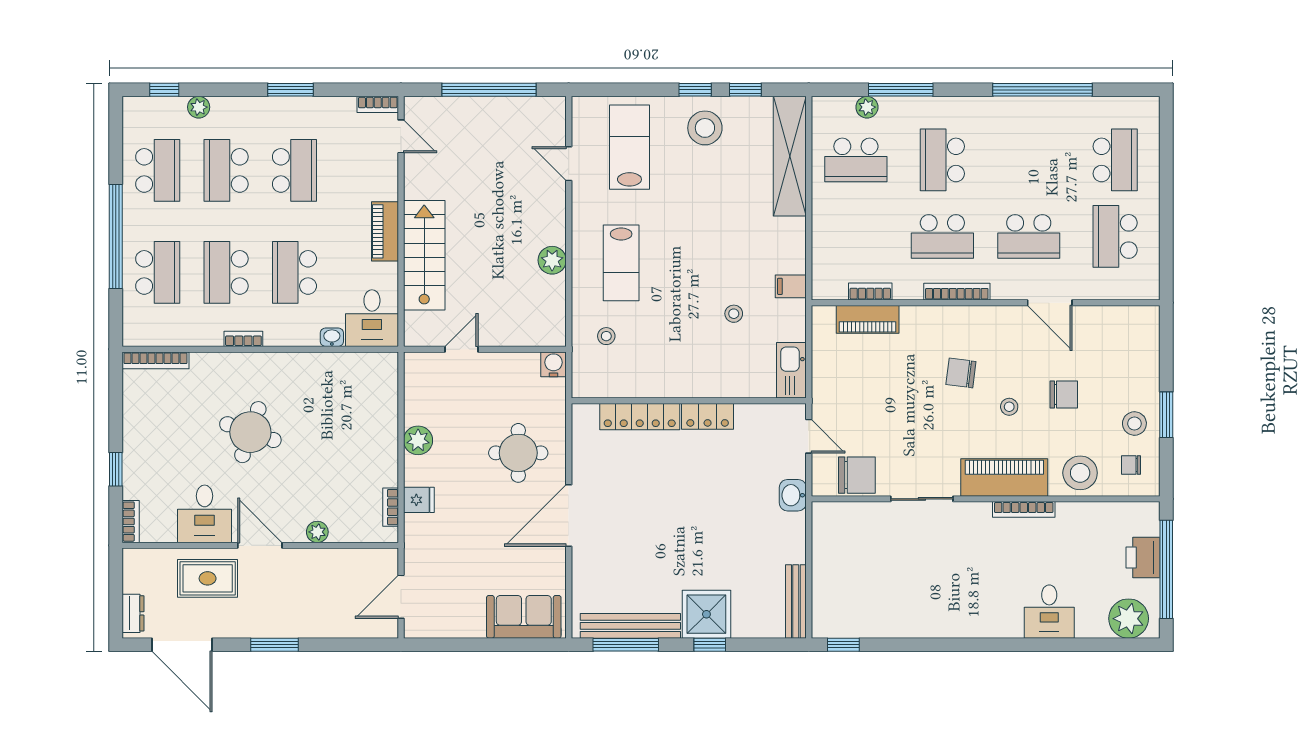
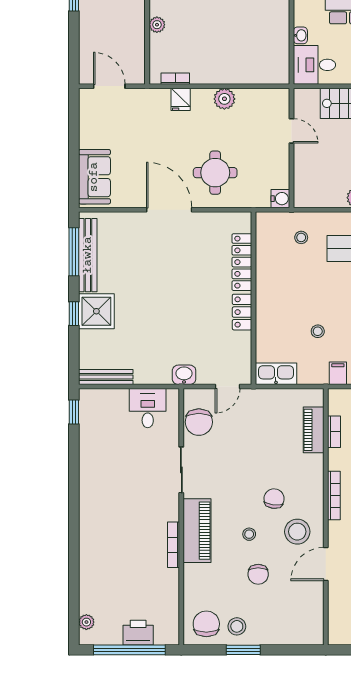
chair: (1131, 465) -> (206, 624), width x1.87, depth x1.87
stool: (1080, 473) -> (297, 532), moved
desk: (1049, 612) -> (148, 408), moved, turned 90
plant: (1129, 619) -> (86, 622), width x0.53, depth x0.53

